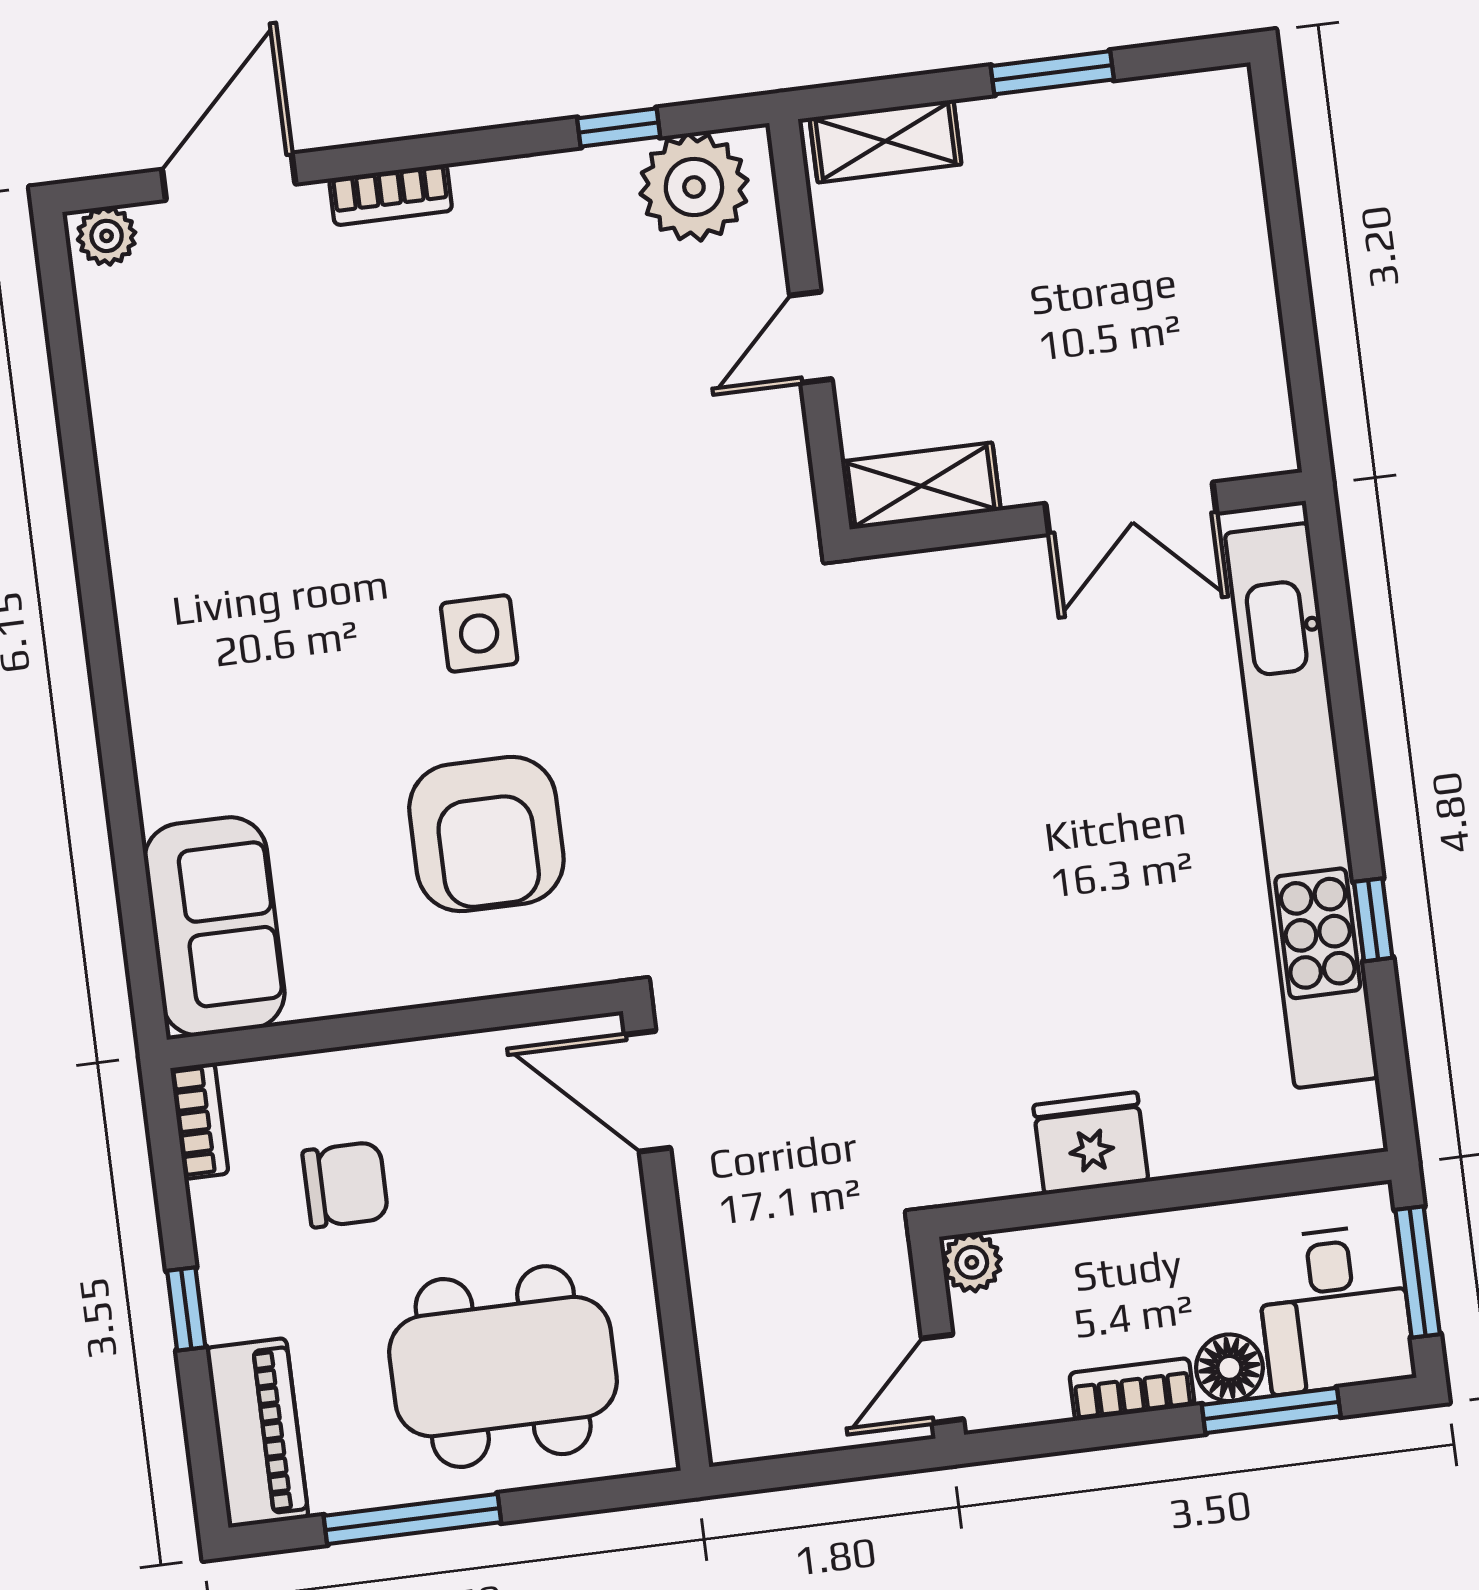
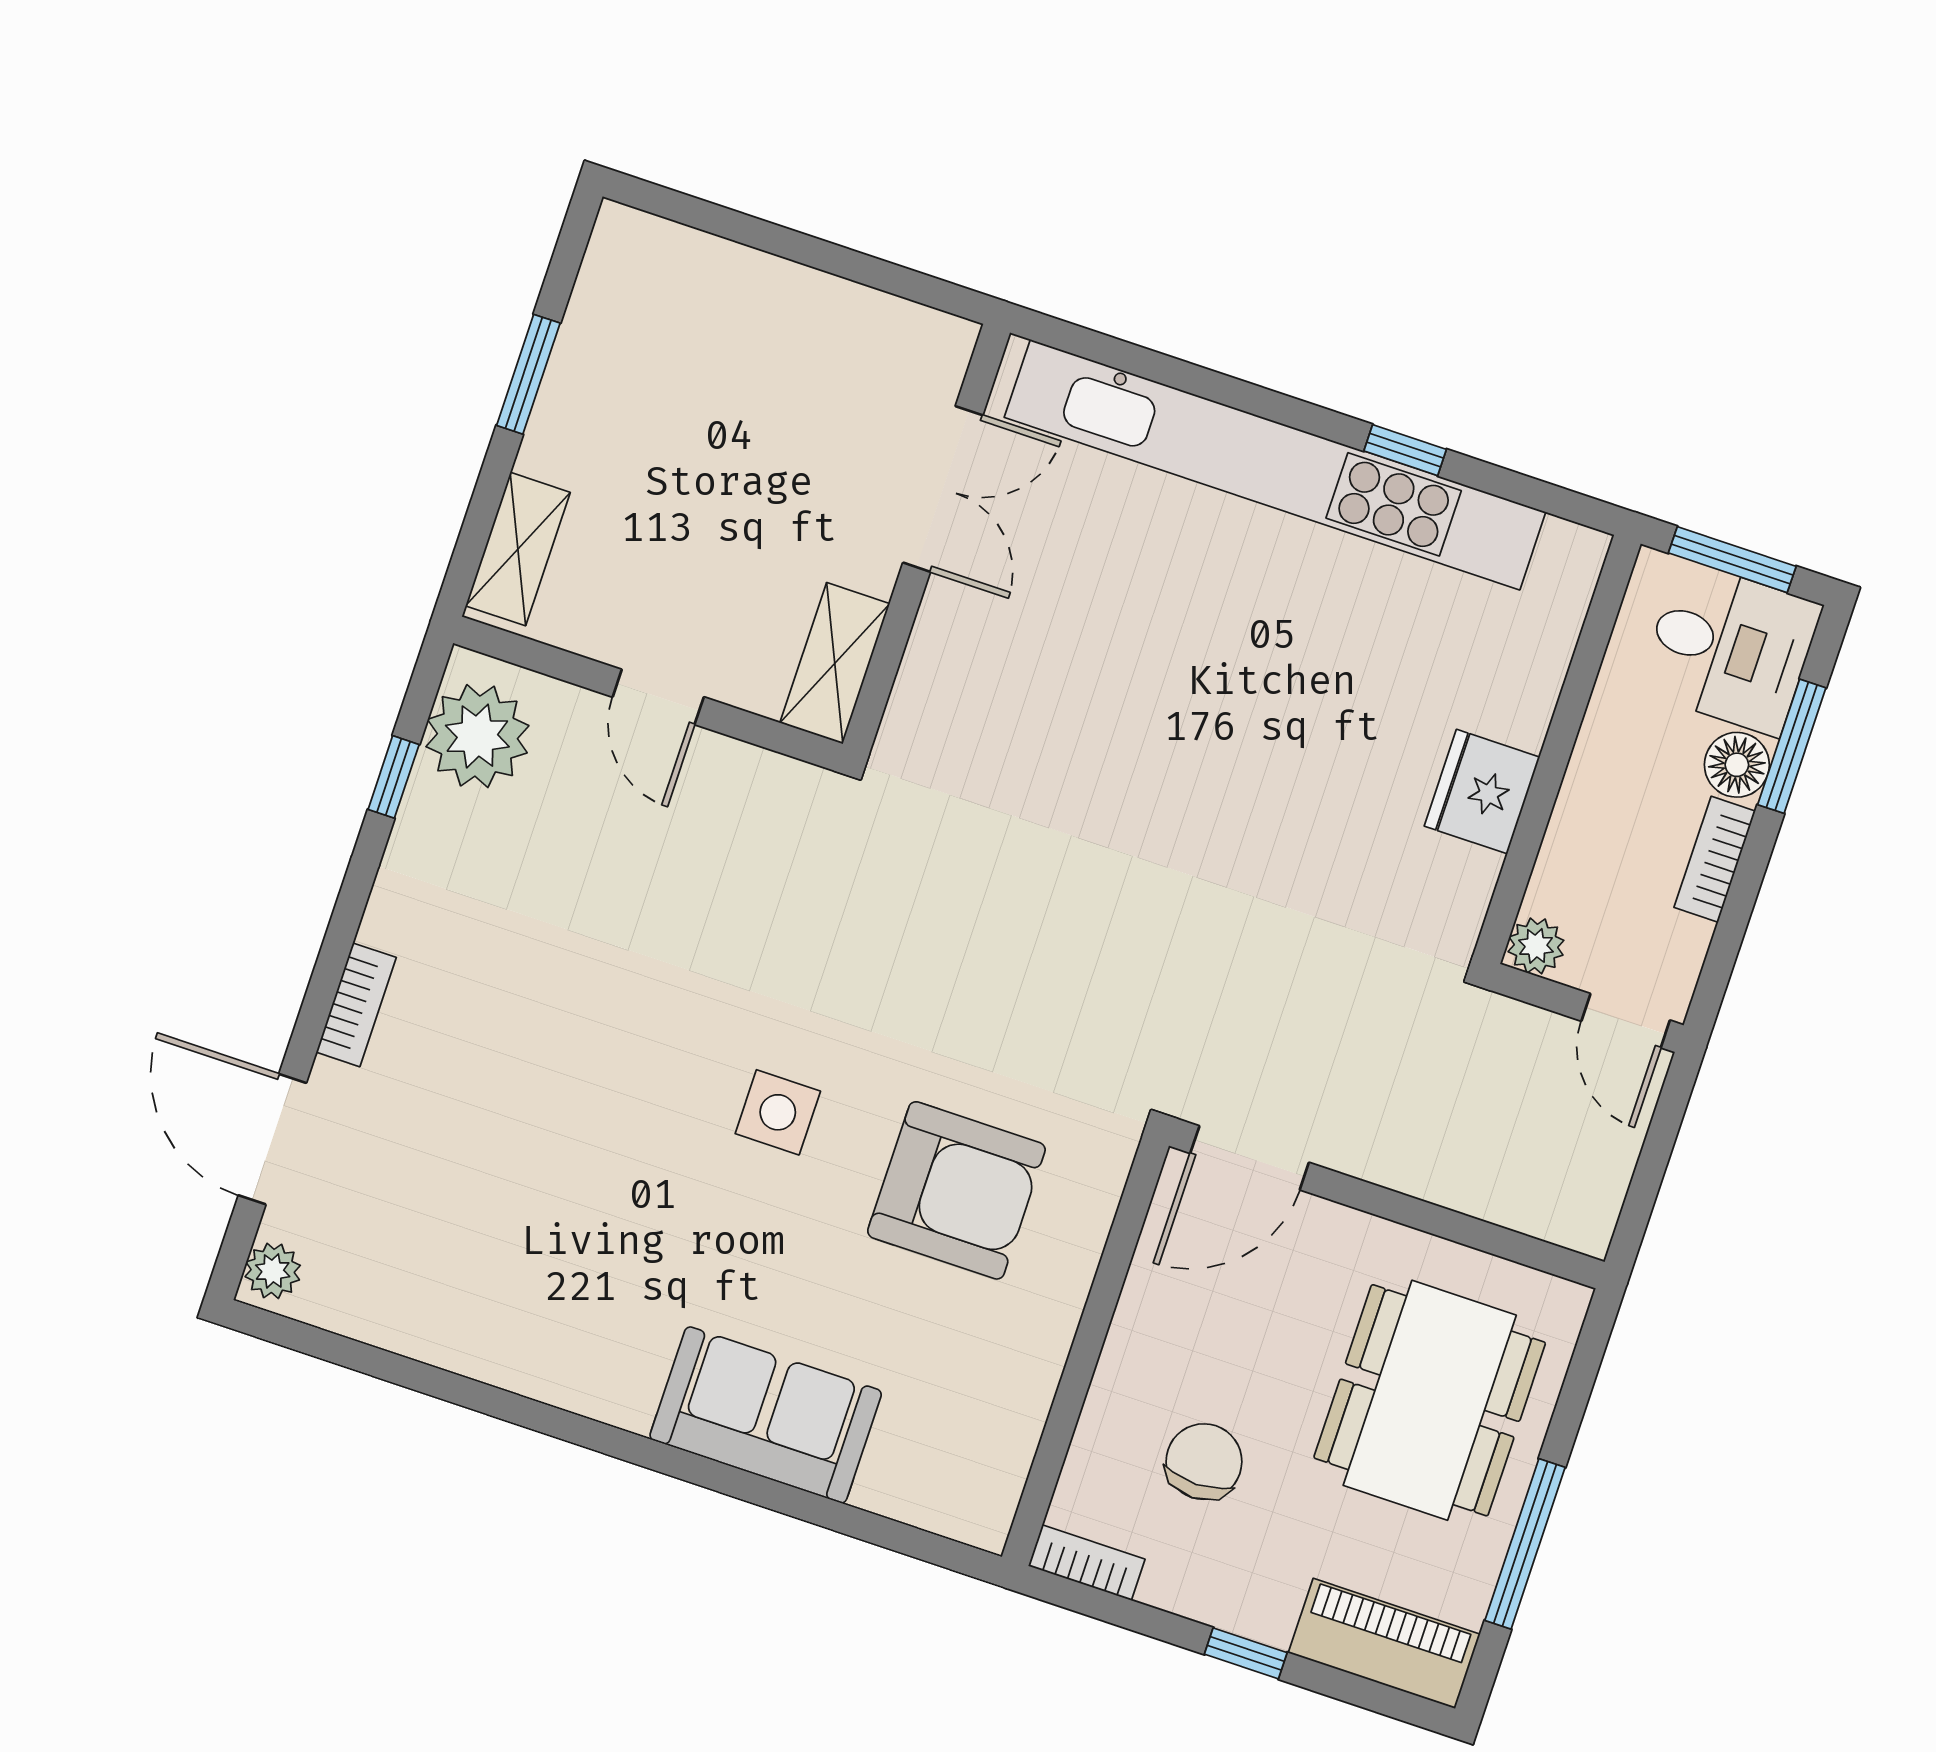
sofa: (214, 926) -> (766, 1415), moved

